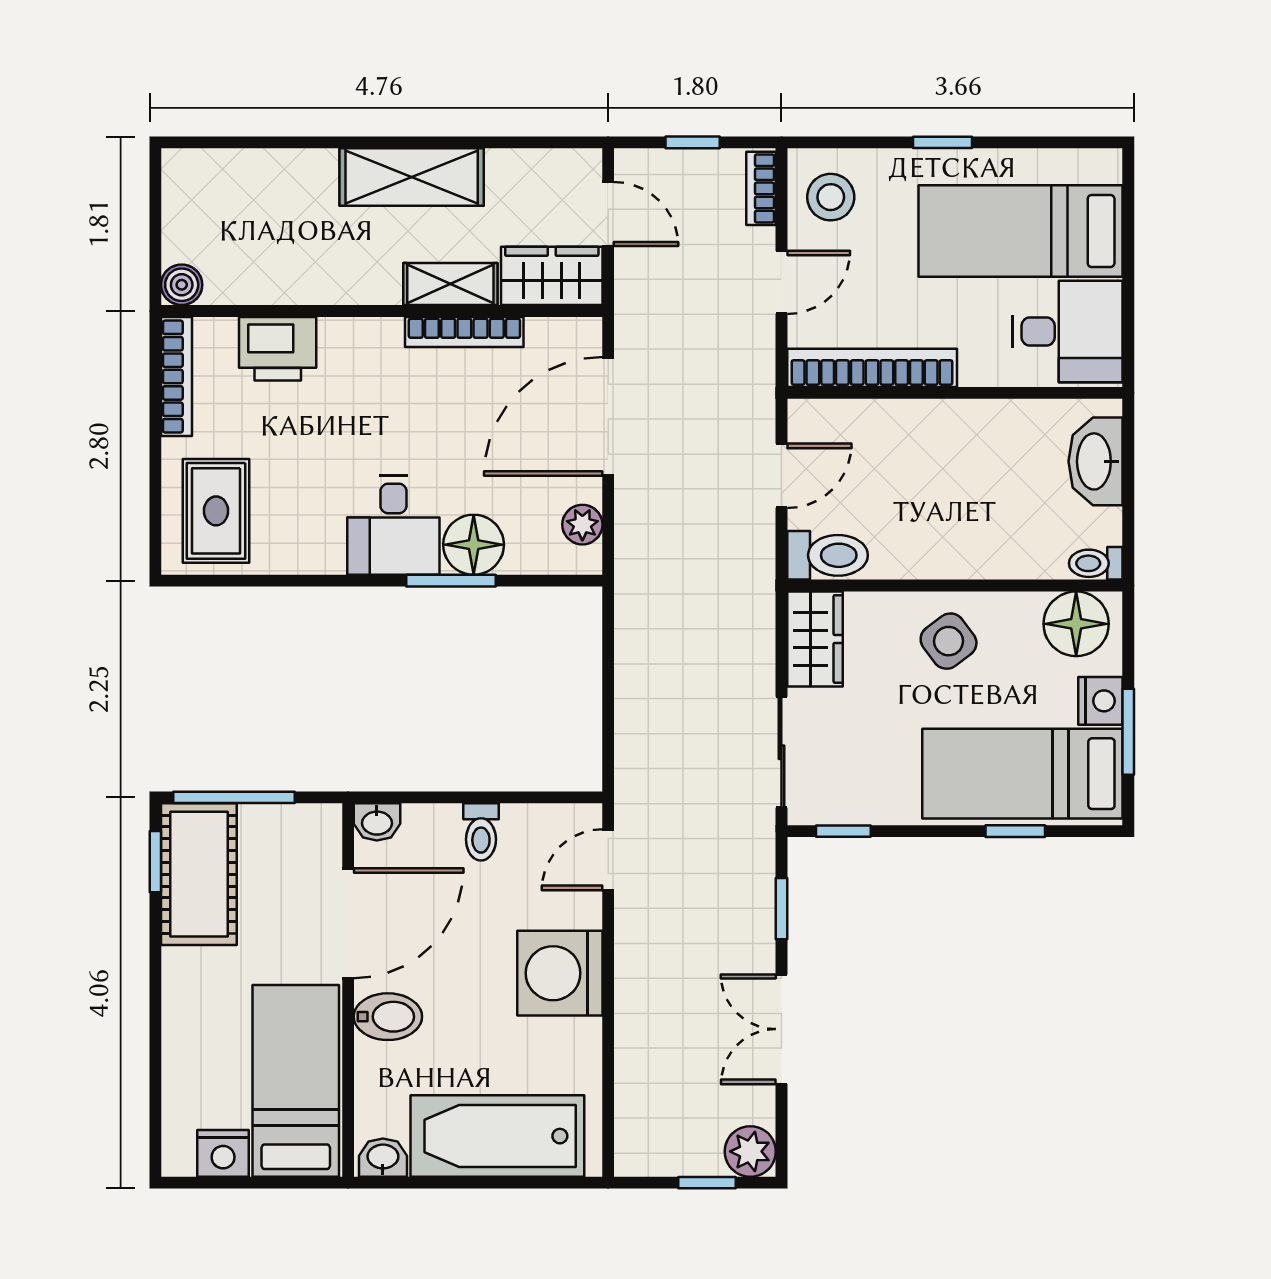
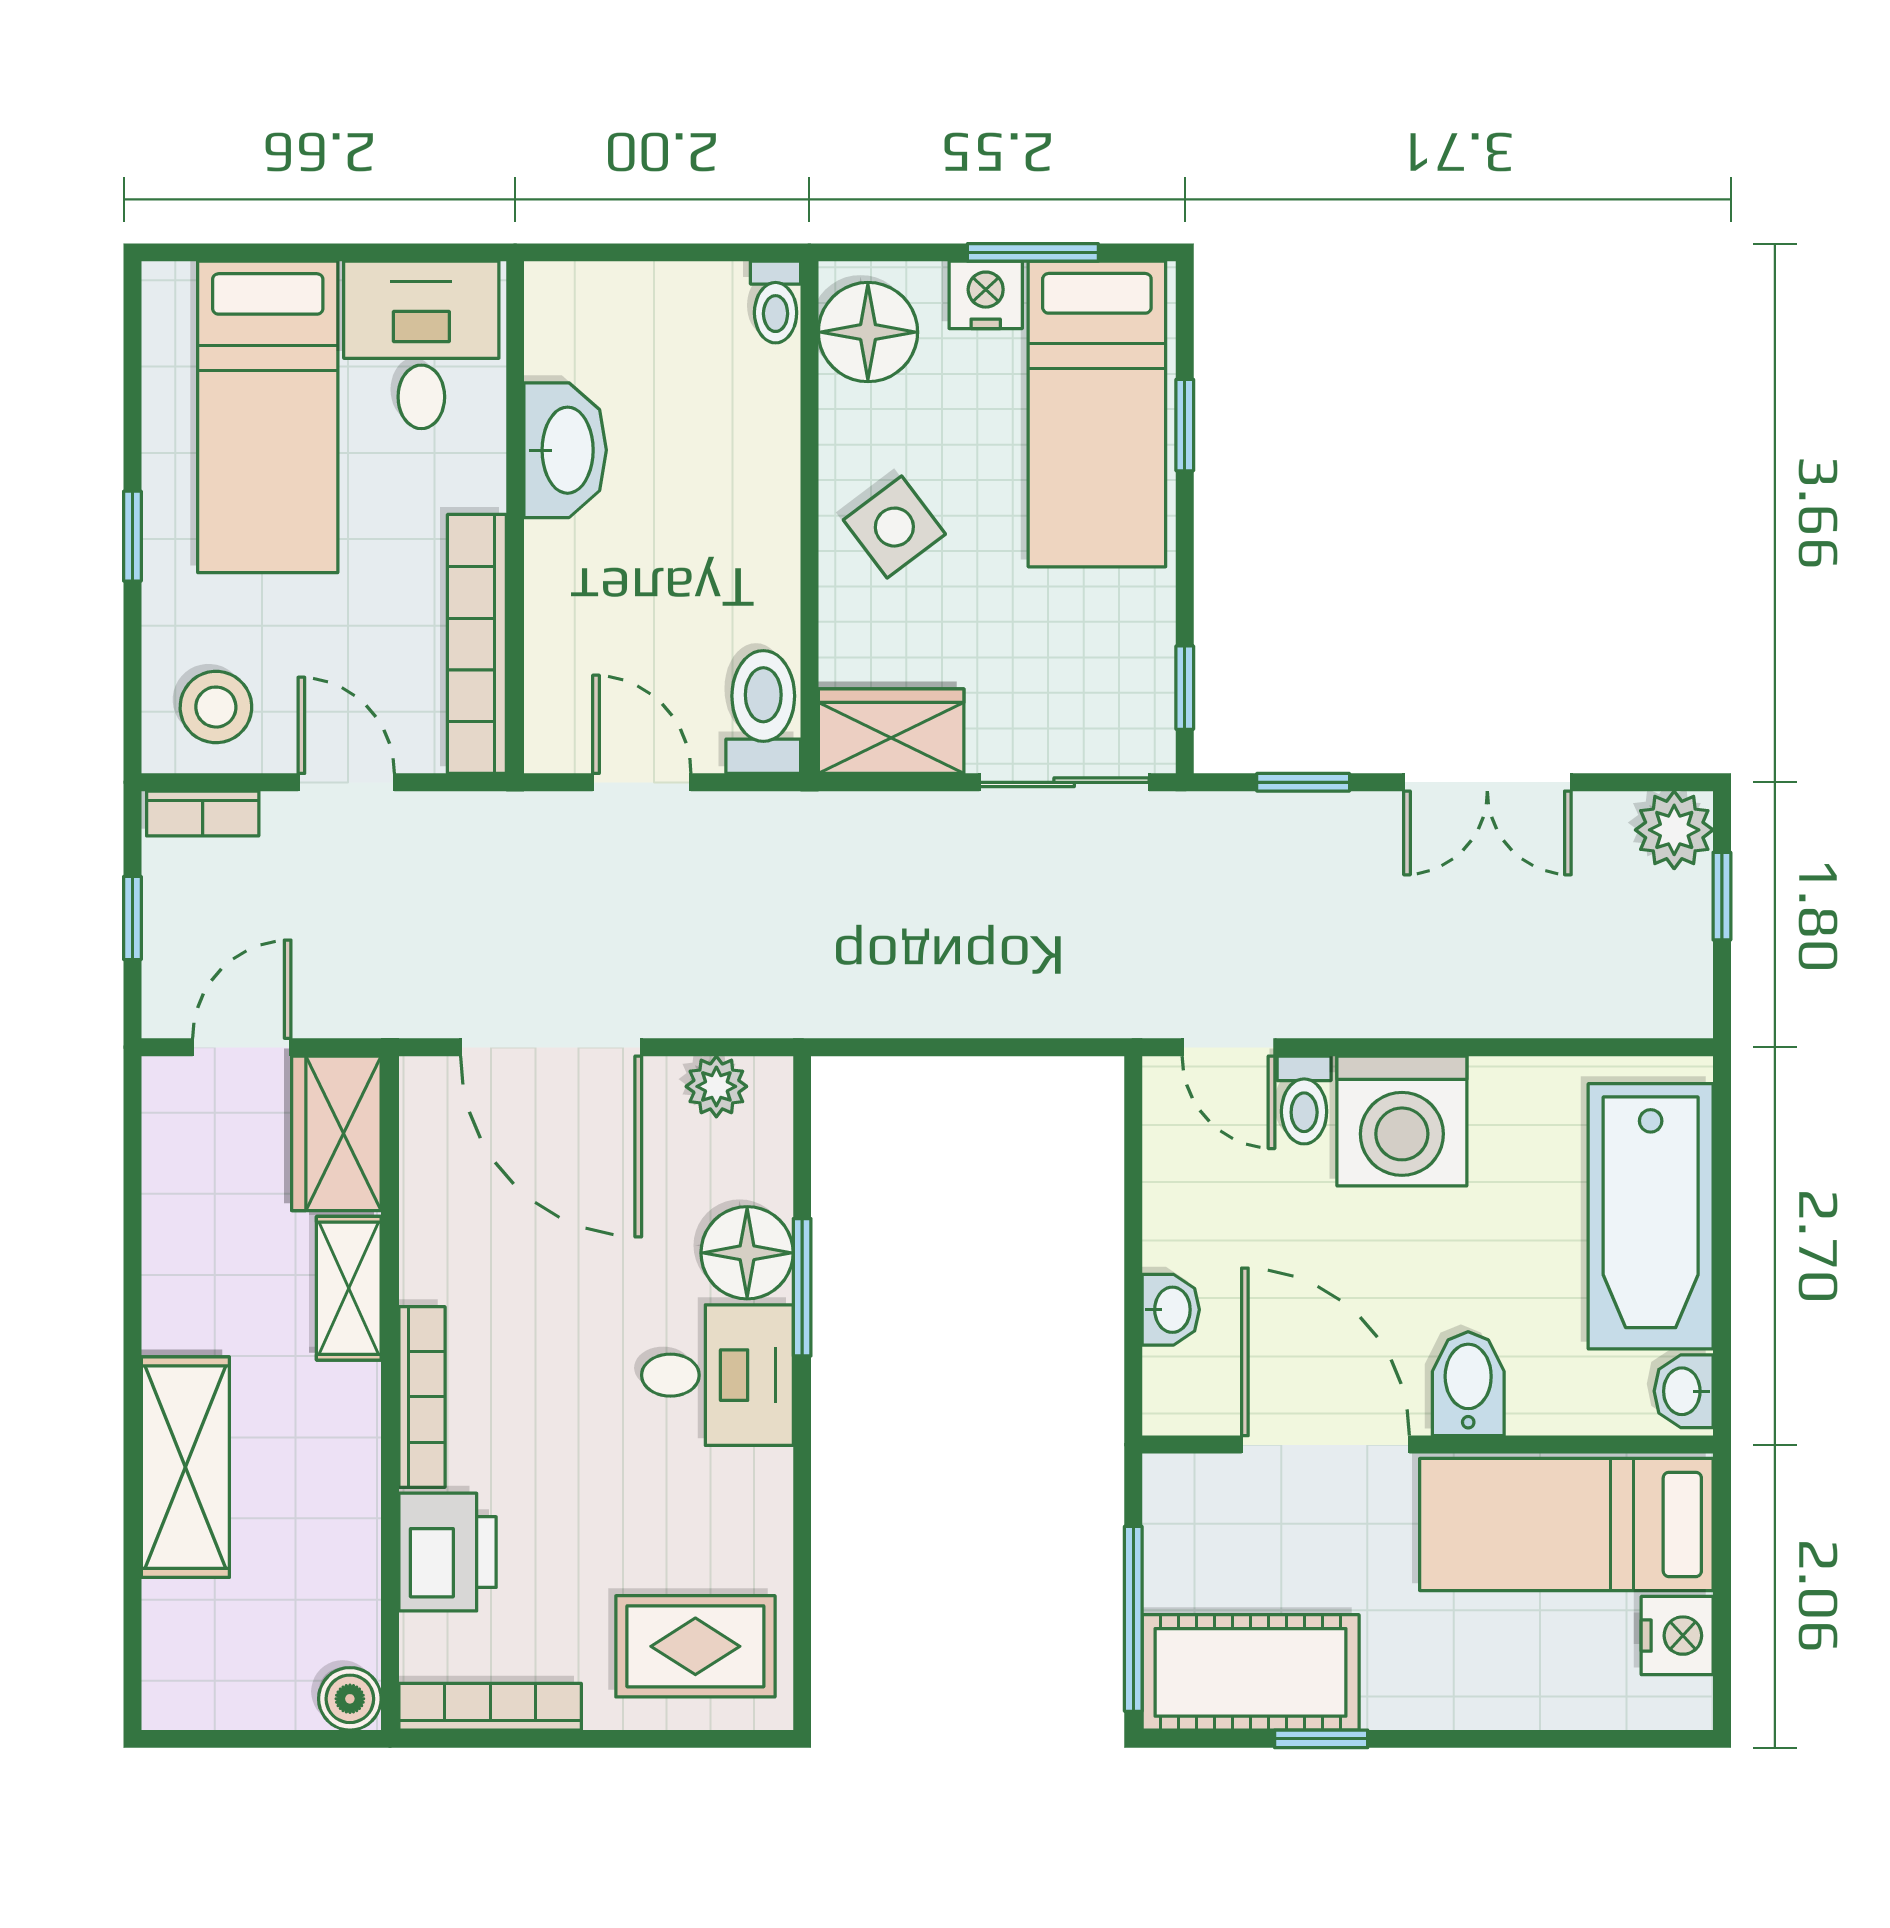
shelving: (412, 177) -> (185, 1467), moved
bookcase: (464, 332) -> (422, 1397), moved
washbasin: (1096, 461) -> (565, 450), moved, turned -90
washbasin: (377, 822) -> (1171, 1310), moved
toilet: (481, 832) -> (1304, 1100), moved, turned 90
window: (155, 862) -> (1321, 1739), moved

